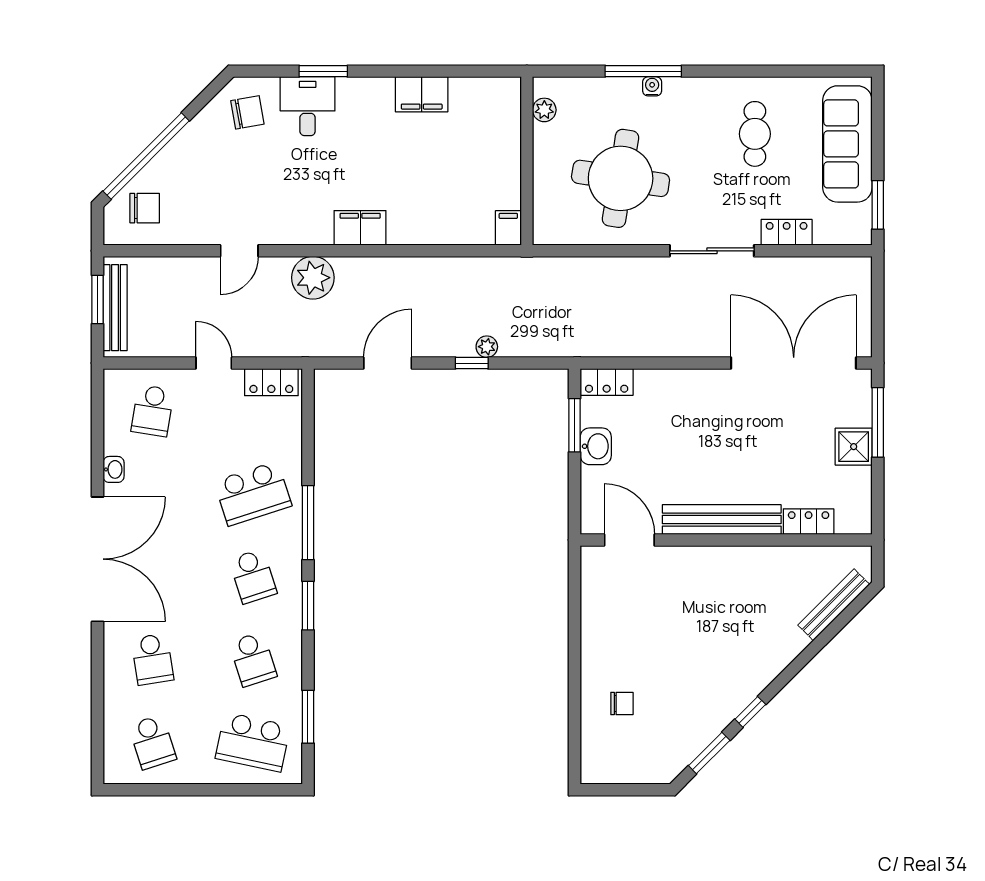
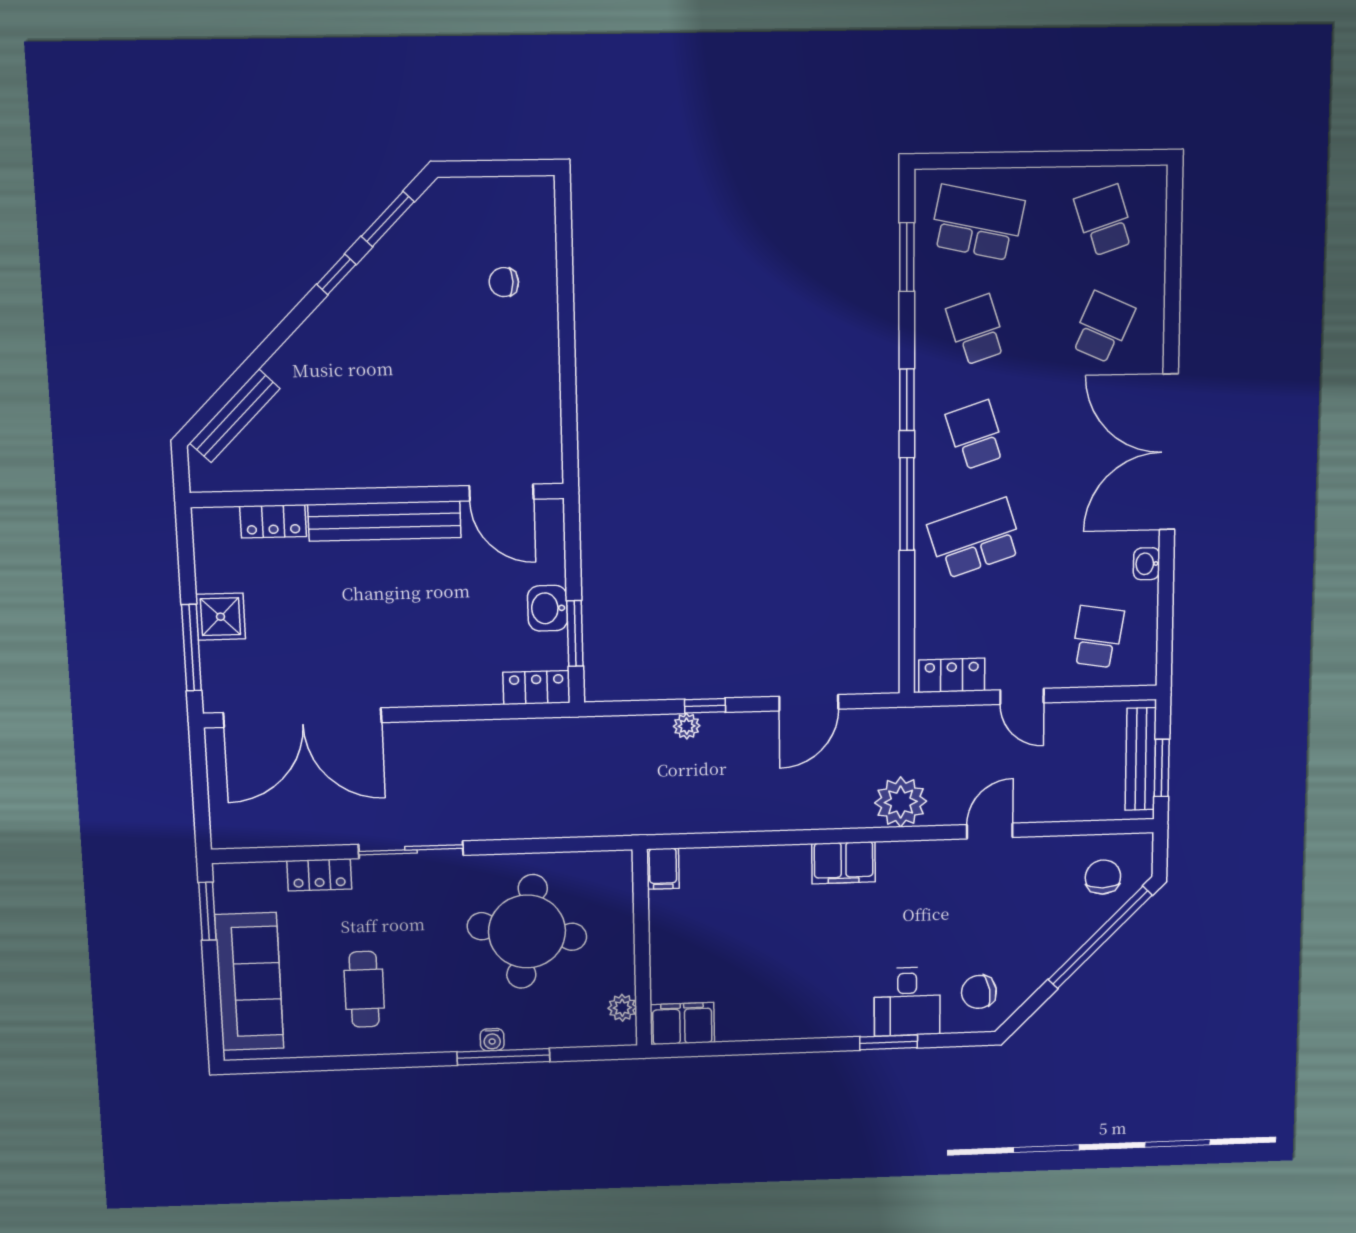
filing cabinet: (422, 94) -> (682, 1024), moved
chair: (145, 208) -> (1103, 877), turned 90
school desk: (152, 659) -> (1103, 327), turned 33

